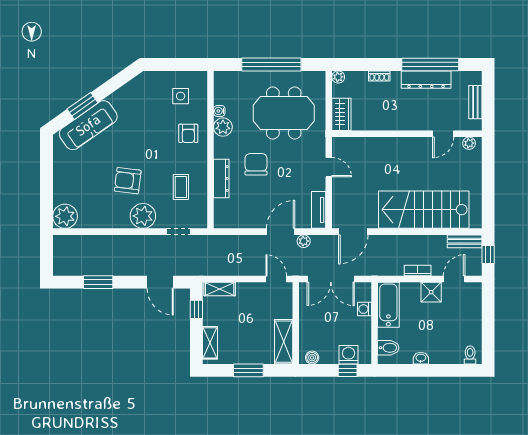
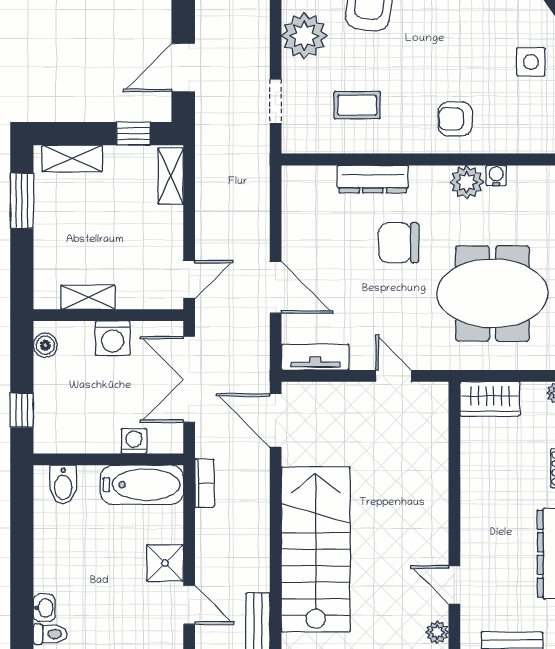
side table: (181, 96) -> (531, 62), moved
meeting table: (284, 113) -> (492, 293), turned 90
chair: (256, 164) -> (399, 243), turned 180
door: (329, 167) -> (394, 376), swing flipped
plant: (304, 241) -> (258, 330), removed
bookcase: (418, 270) -> (204, 483), moved
shelving: (284, 342) -> (88, 297), width x0.67, depth x0.75
washing machine: (349, 355) -> (113, 338), moved, turned 90
washbasin: (421, 358) -> (44, 608), moved
window: (248, 370) -> (22, 201), moved

